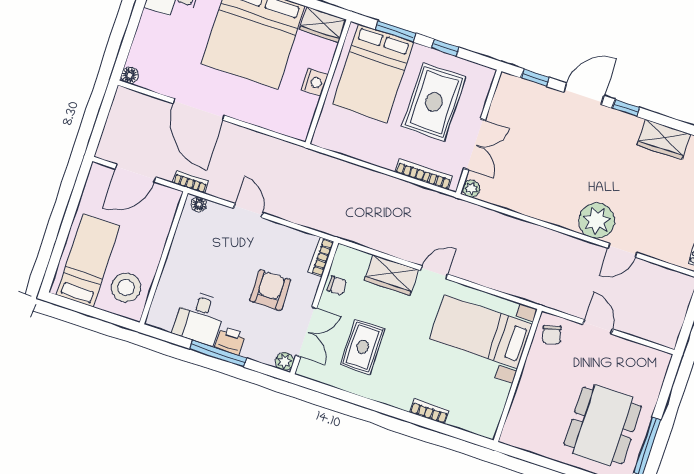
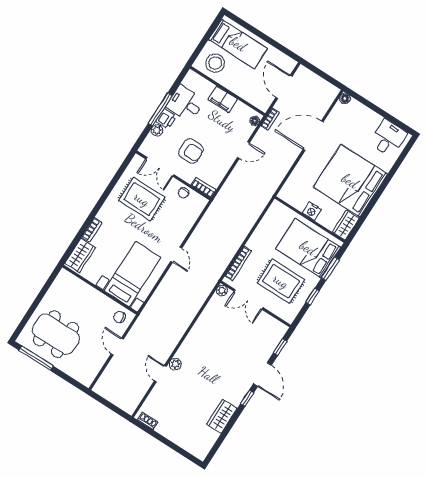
plant: (597, 221) -> (175, 364), width x0.53, depth x0.53
filing cabinet: (178, 262) -> (223, 99), added
wardrobe: (391, 275) -> (80, 255), moved, turned 180
door: (598, 327) -> (117, 347), swing flipped
rug: (363, 347) -> (142, 199), width x1.36, depth x1.43
plant: (285, 361) -> (157, 130), moved

